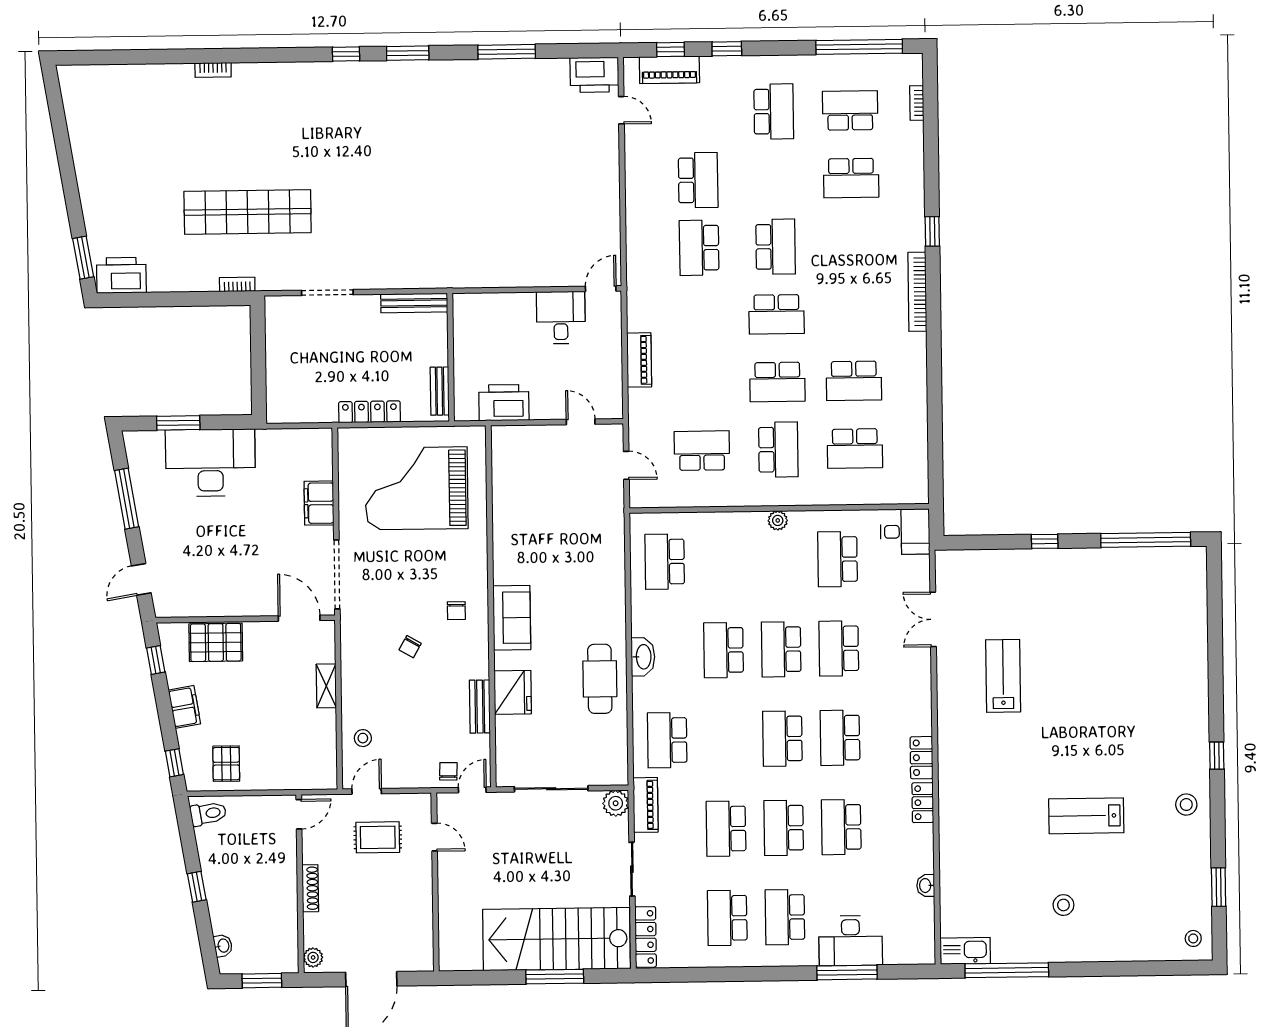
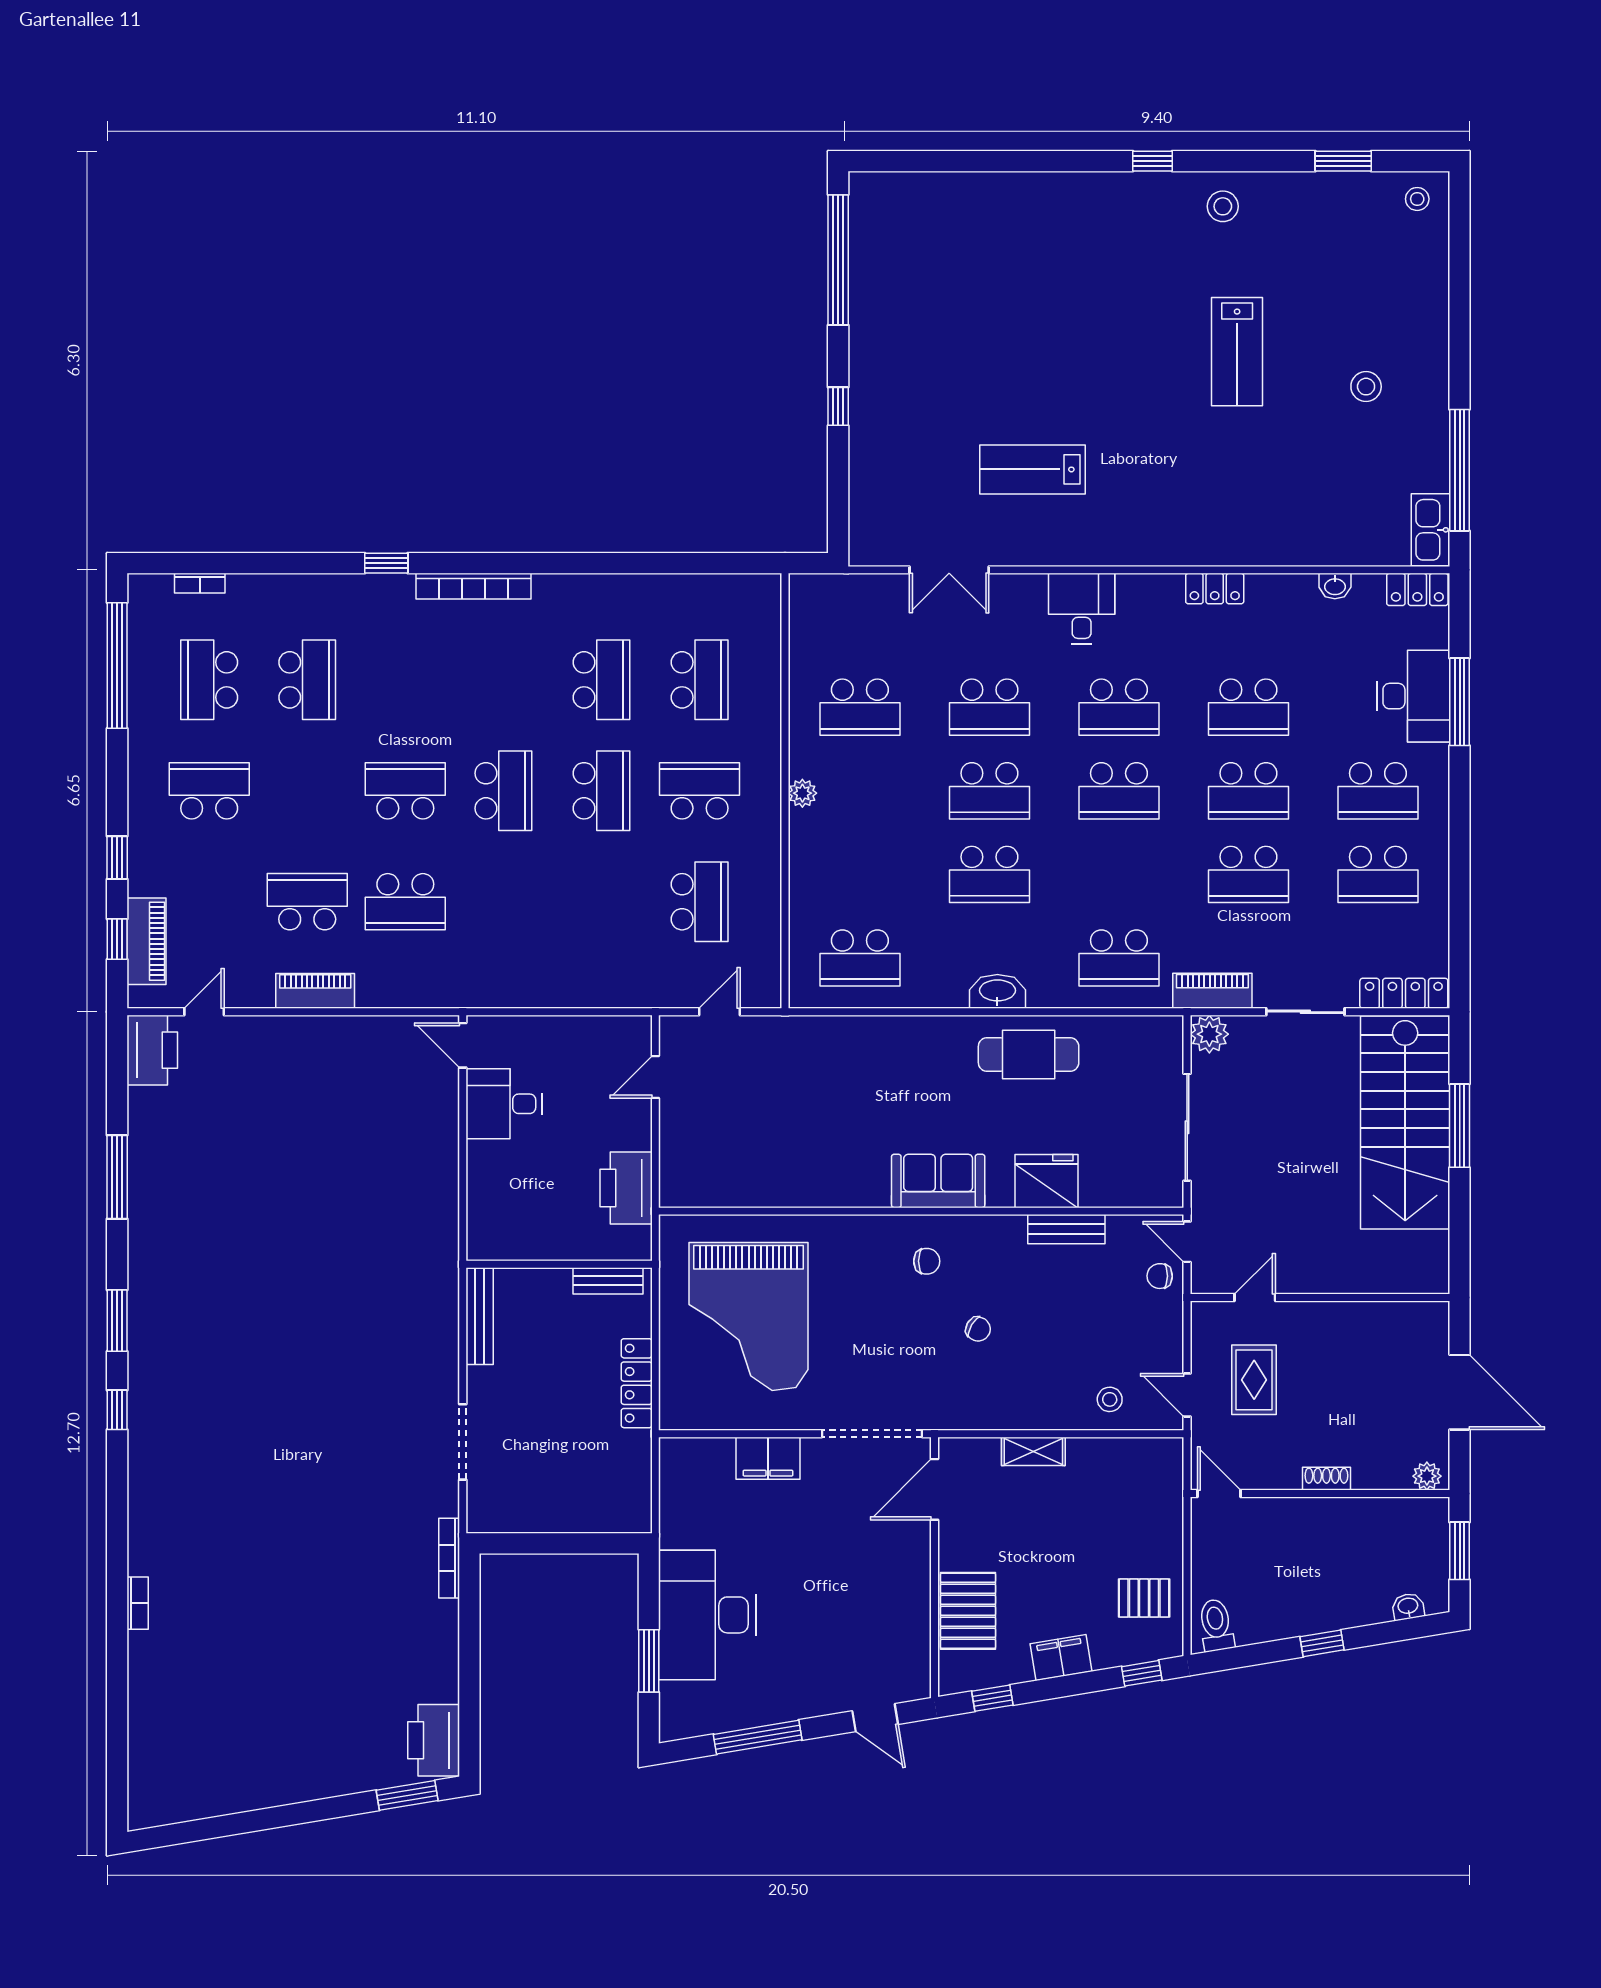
shop shelf: (248, 212) -> (344, 1556), removed
bookcase: (237, 284) -> (449, 1558), width x1.56
piano: (639, 360) -> (315, 991), moved
school desk: (702, 451) -> (700, 902), turned 180
desk: (905, 532) -> (1082, 609), moved
locker: (922, 758) -> (1417, 589), moved
shoe rack: (310, 888) -> (1326, 1479), width x0.70

